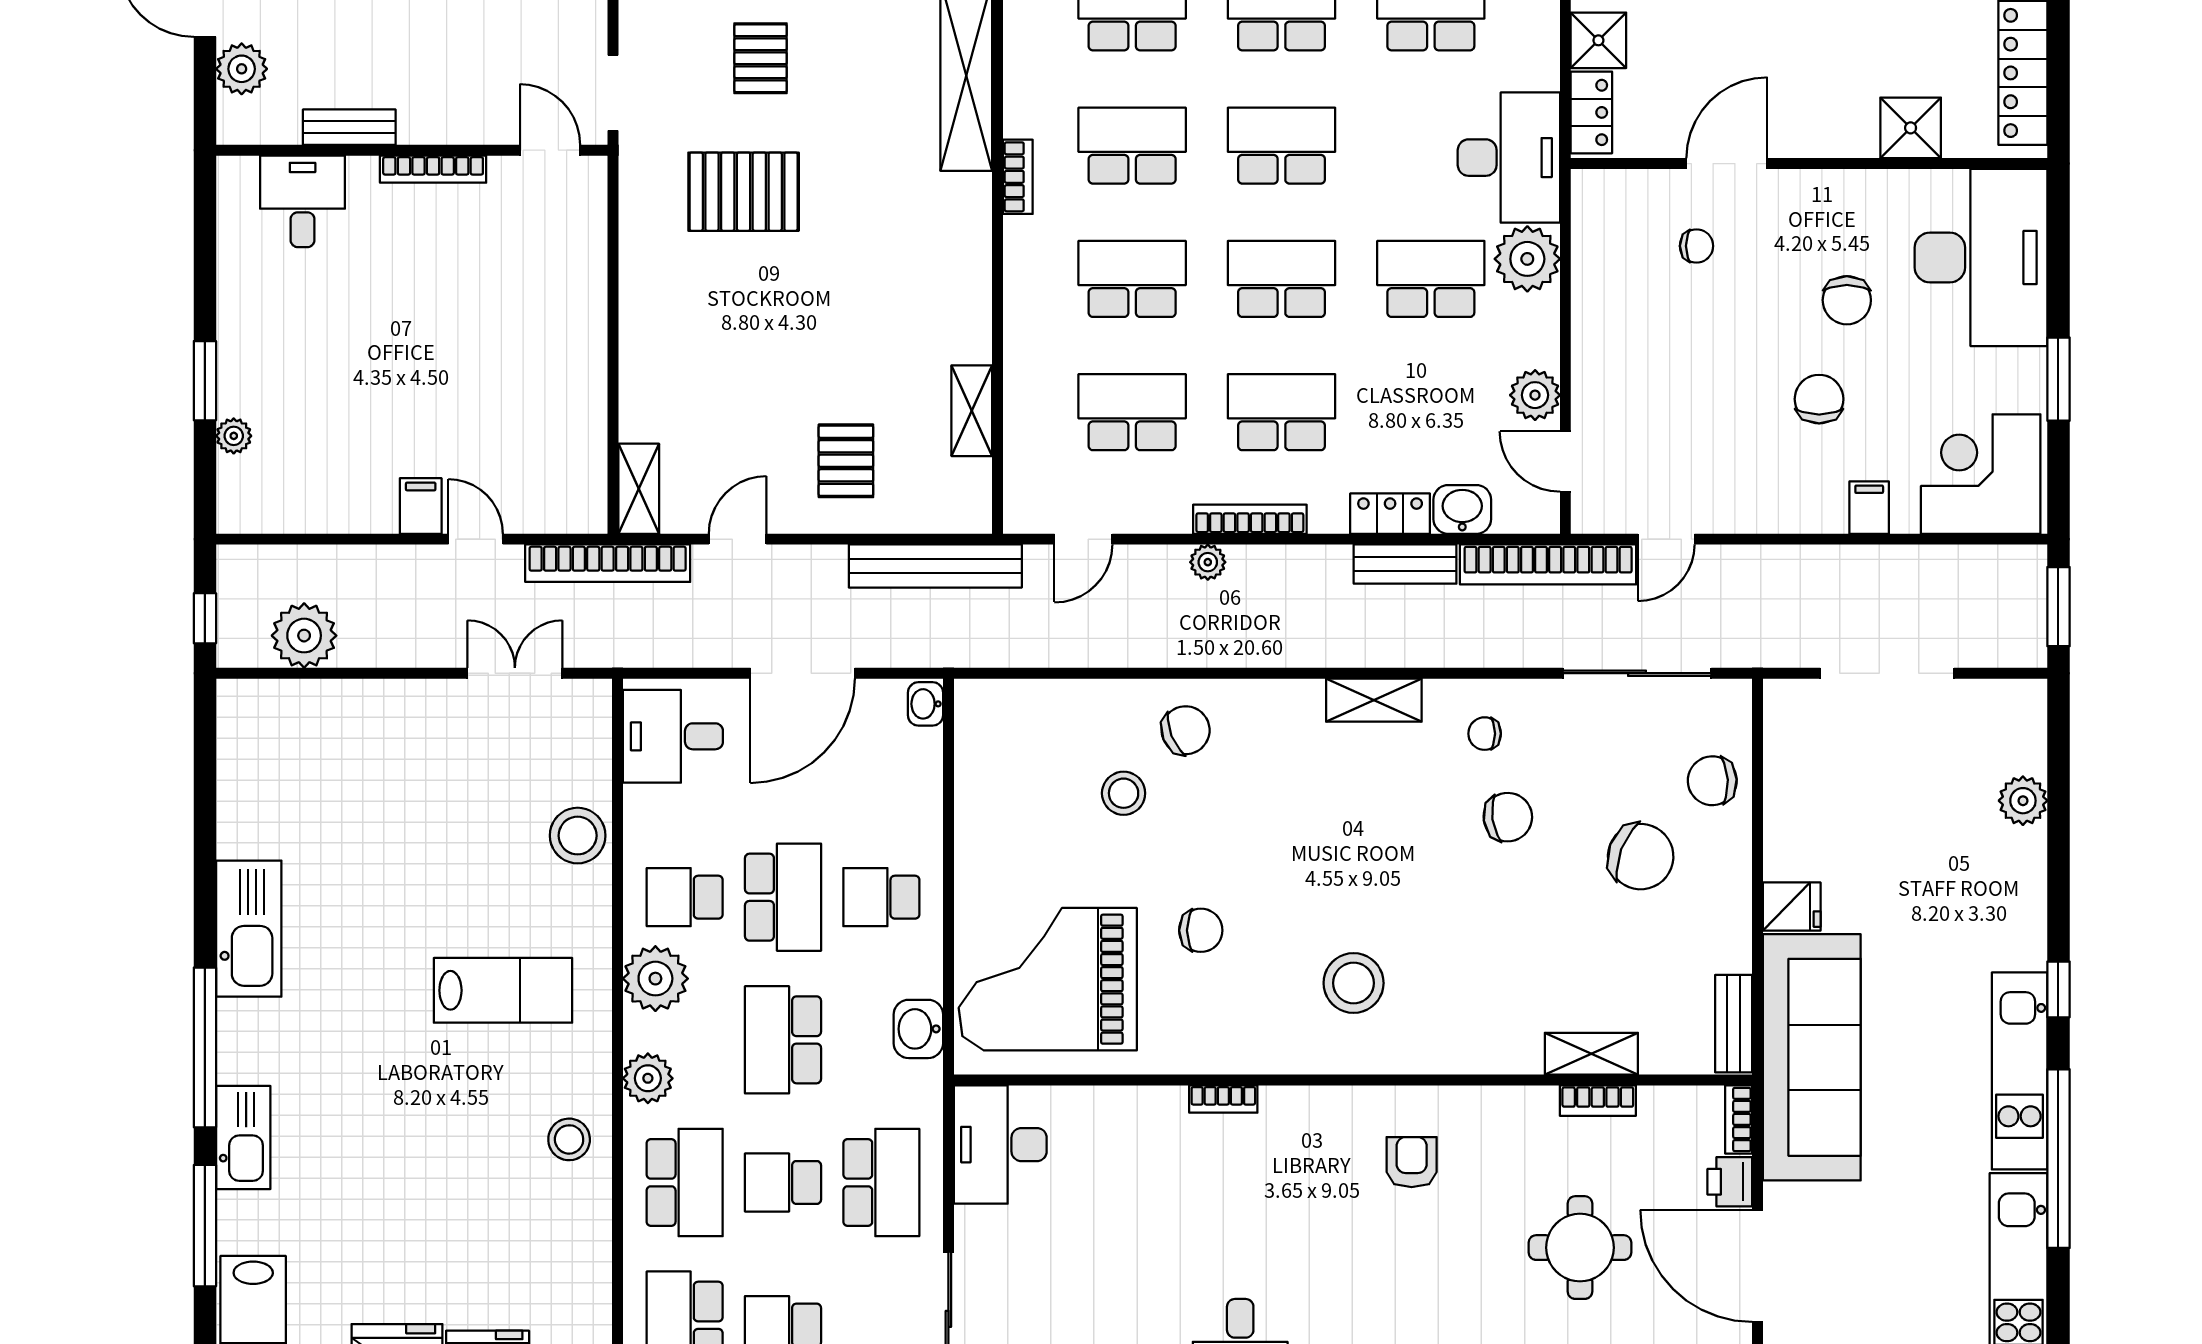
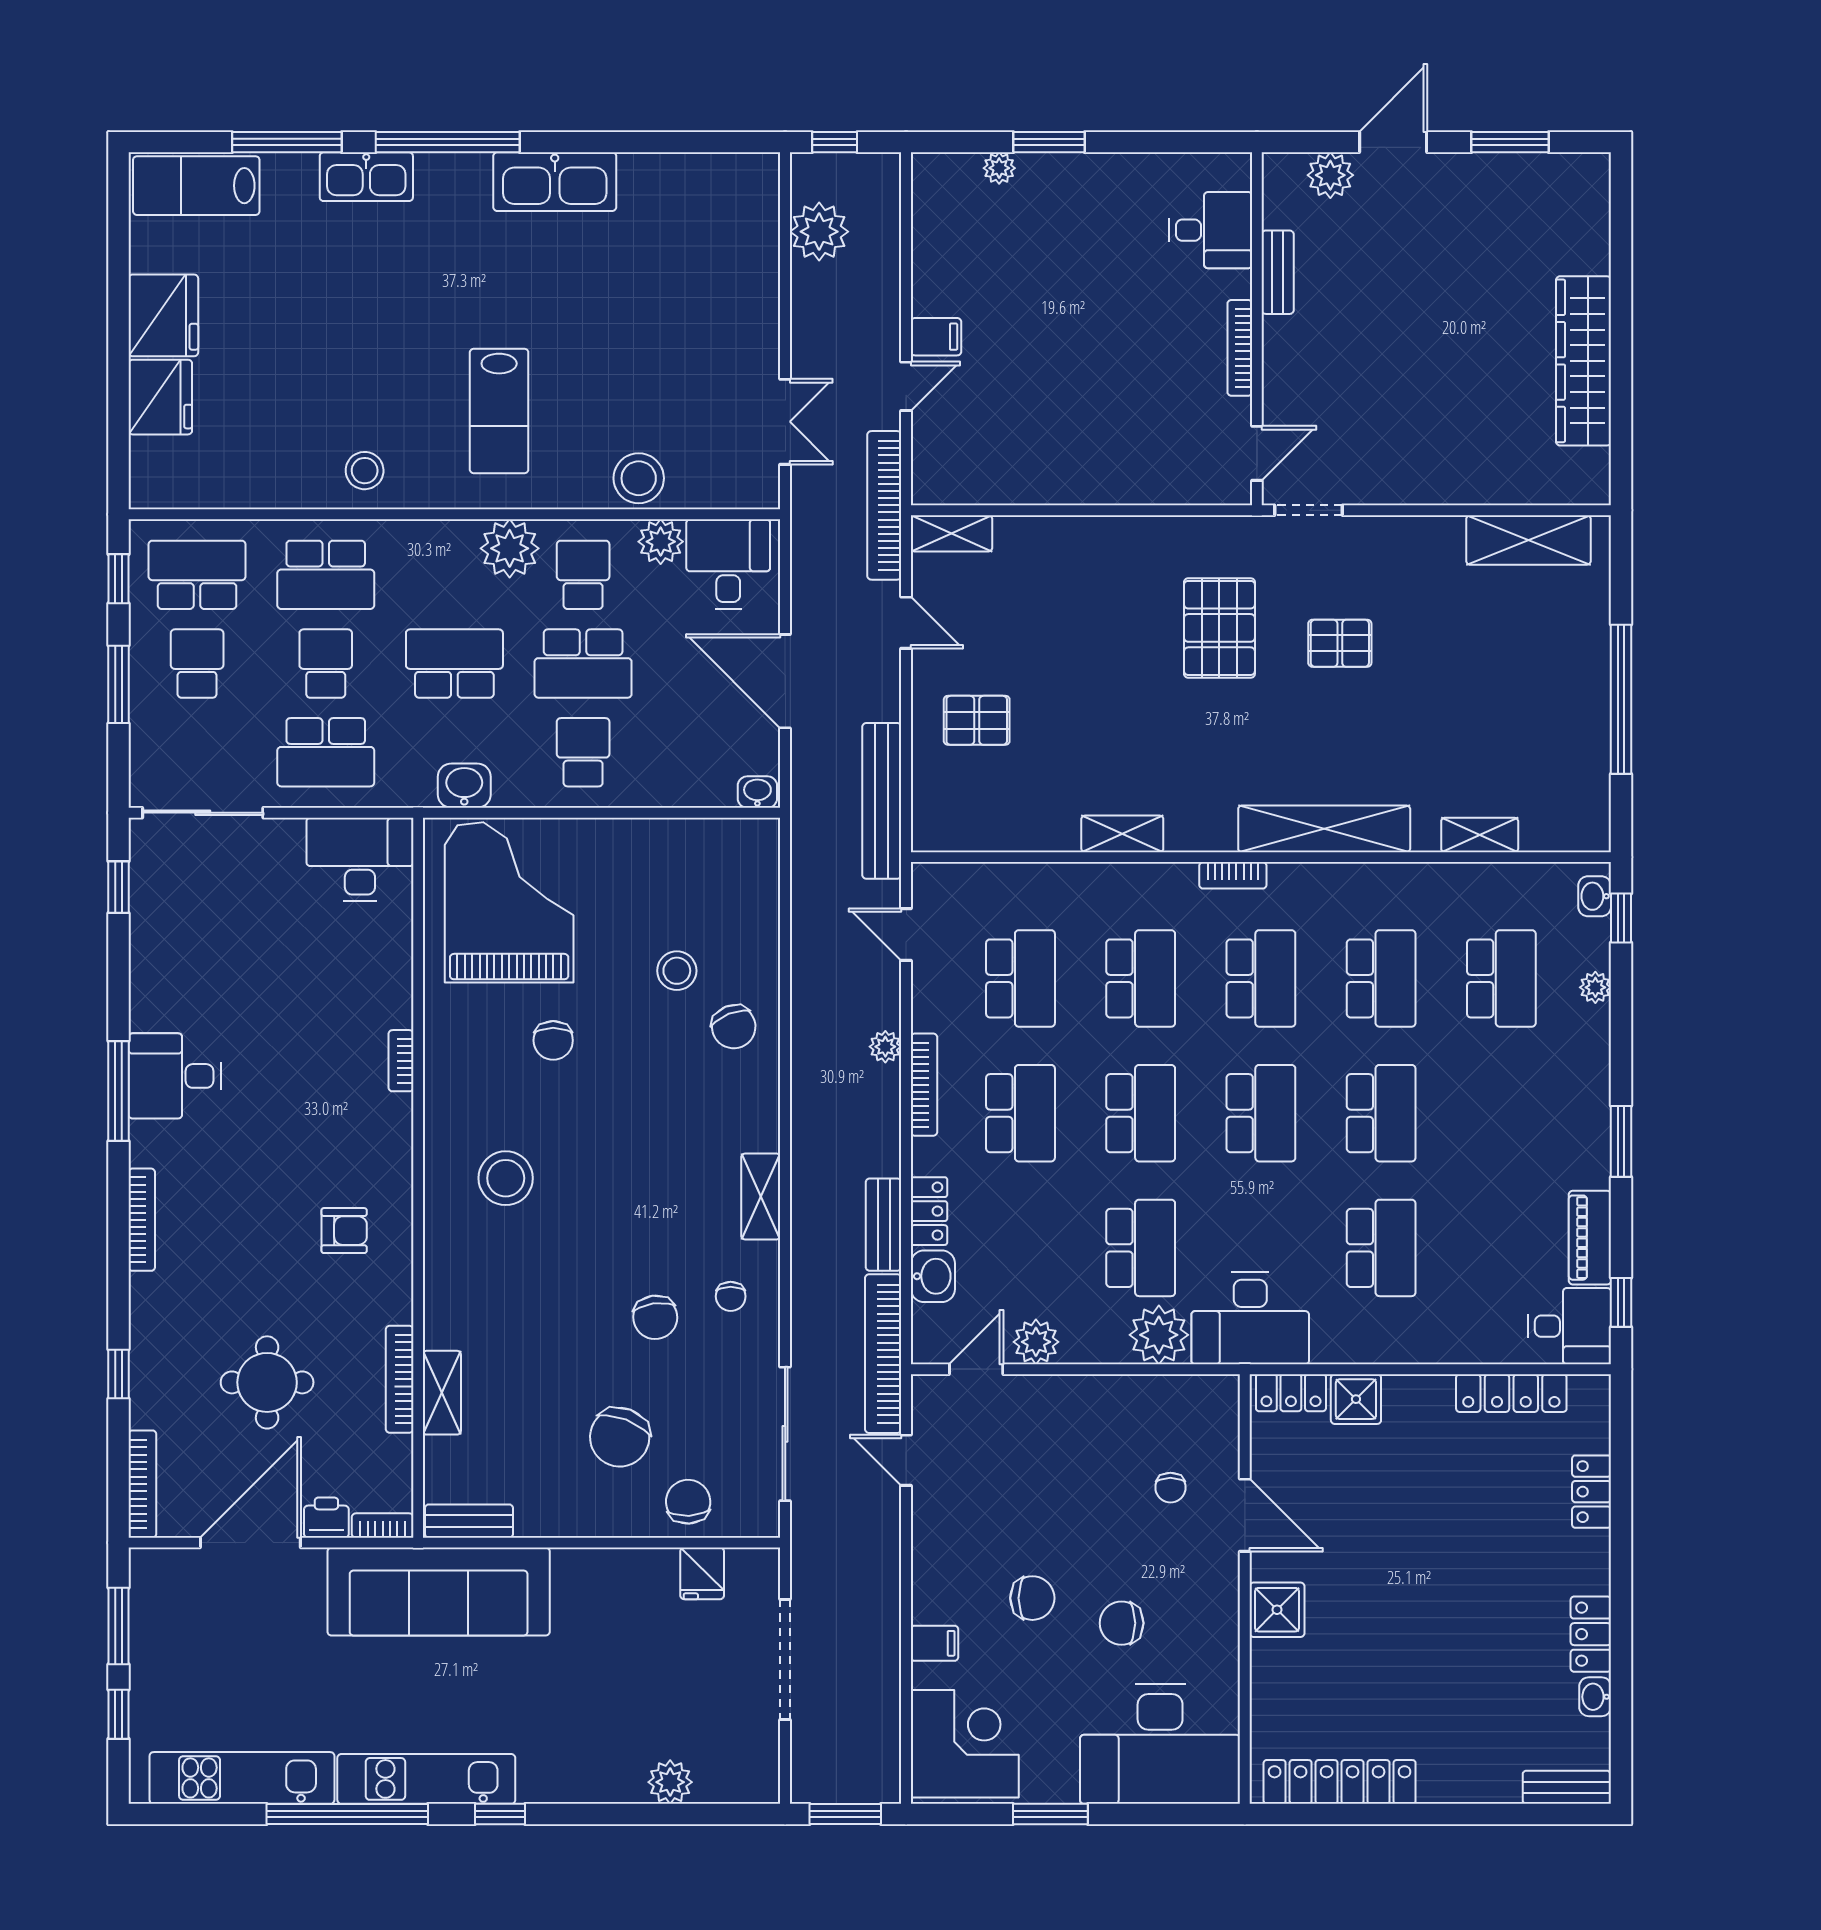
shower: (1911, 128) -> (1277, 1610), moved
shelving: (972, 411) -> (1122, 834), moved
chair: (1485, 734) -> (731, 1296), turned 180
fridge: (1792, 907) -> (702, 1573), moved
plant: (648, 1078) -> (661, 542), moved
bookcase: (1598, 1101) -> (400, 1379), width x1.56

